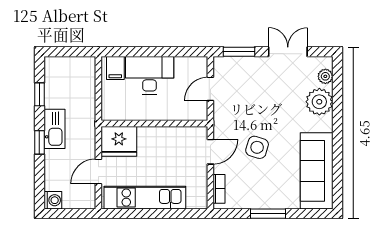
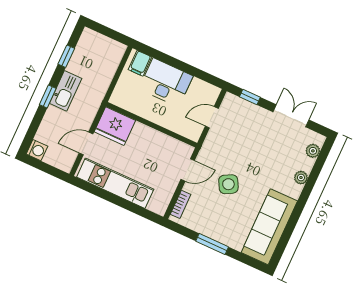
window: (239, 52) -> (250, 97), width x0.67
plant: (319, 102) -> (301, 178), width x0.53, depth x0.53
side table: (257, 147) -> (228, 184), turned 45

